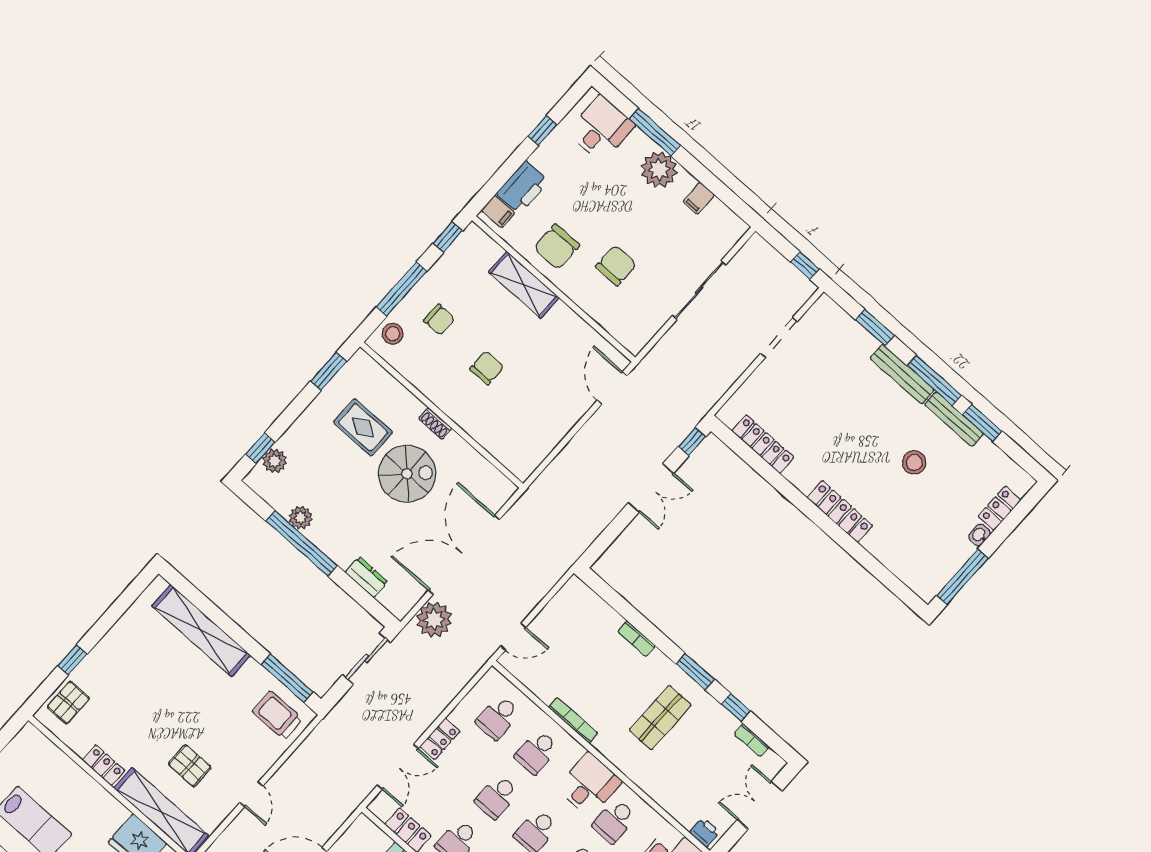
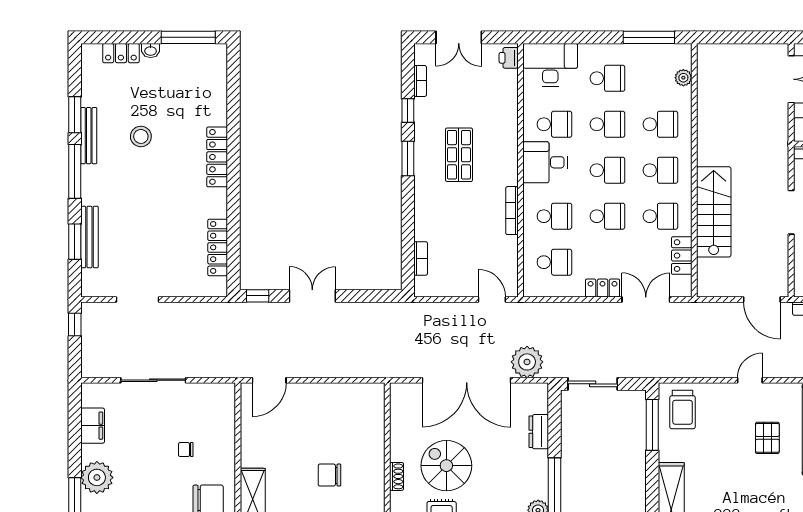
filing cabinet: (699, 198) -> (93, 426), width x2.00
chair: (616, 266) -> (186, 450), width x0.54, depth x0.54
bench: (902, 374) -> (89, 237), moved
bookcase: (637, 639) -> (421, 258), moved
shop shelf: (660, 718) -> (459, 155), turned 90

